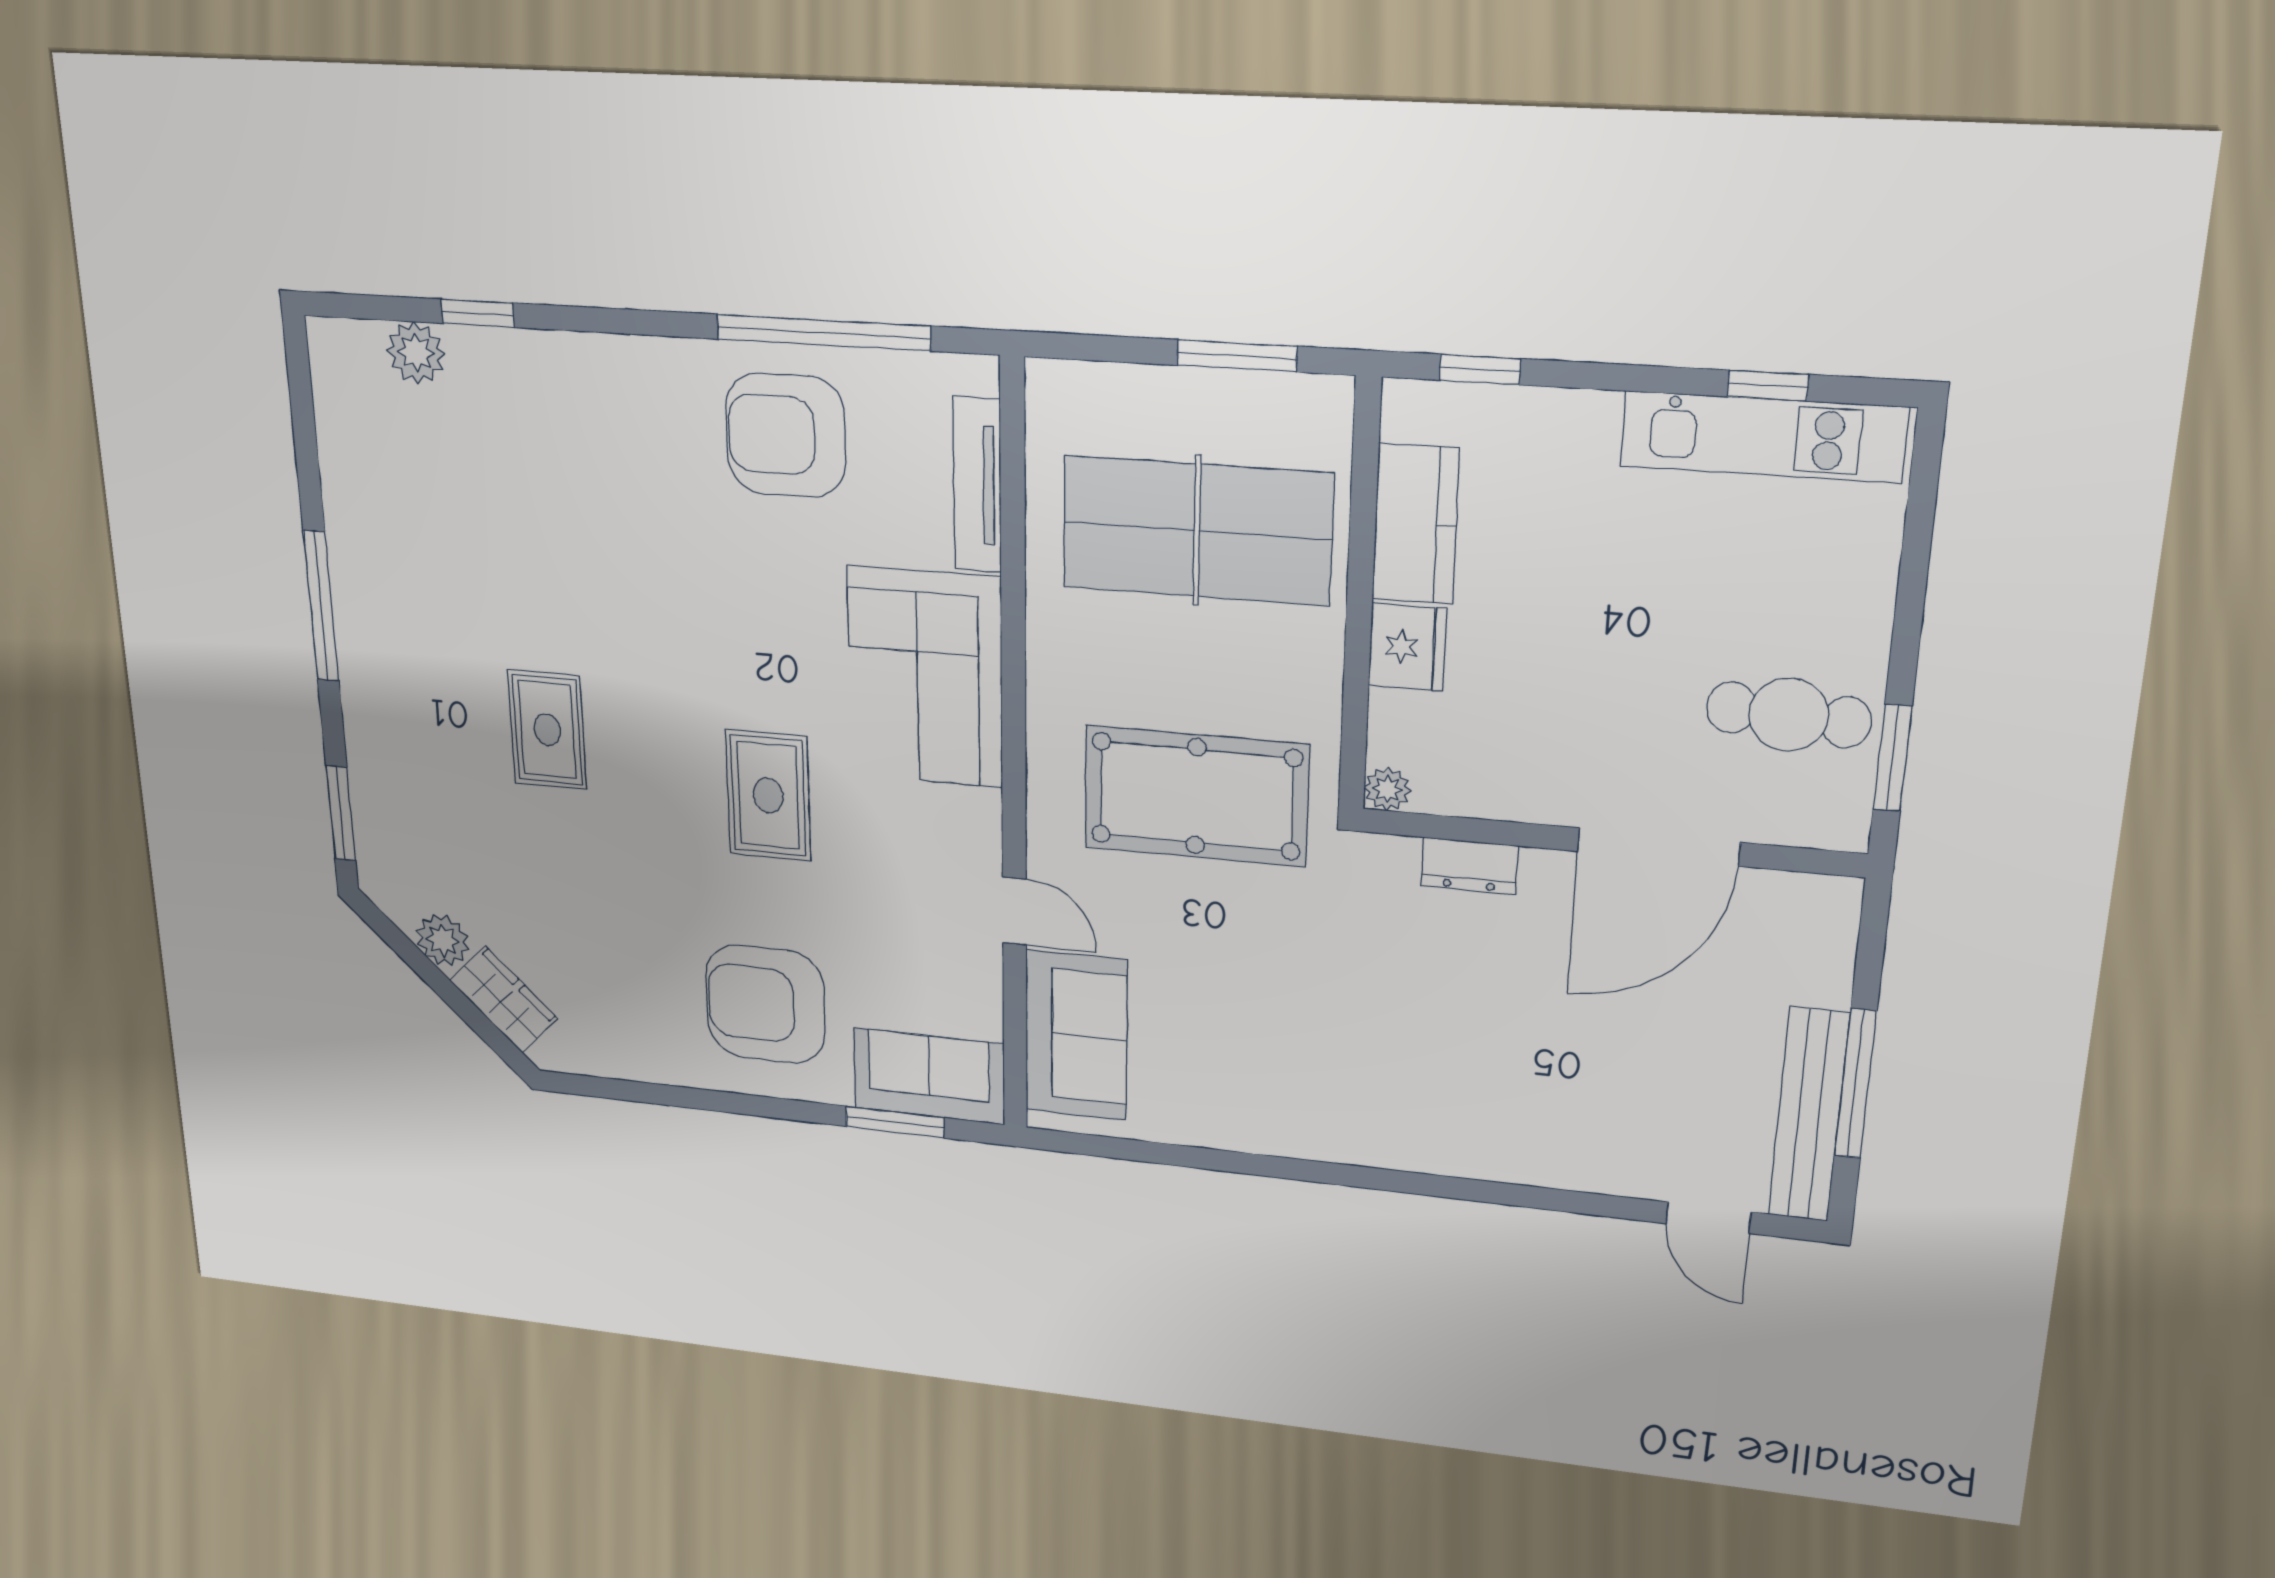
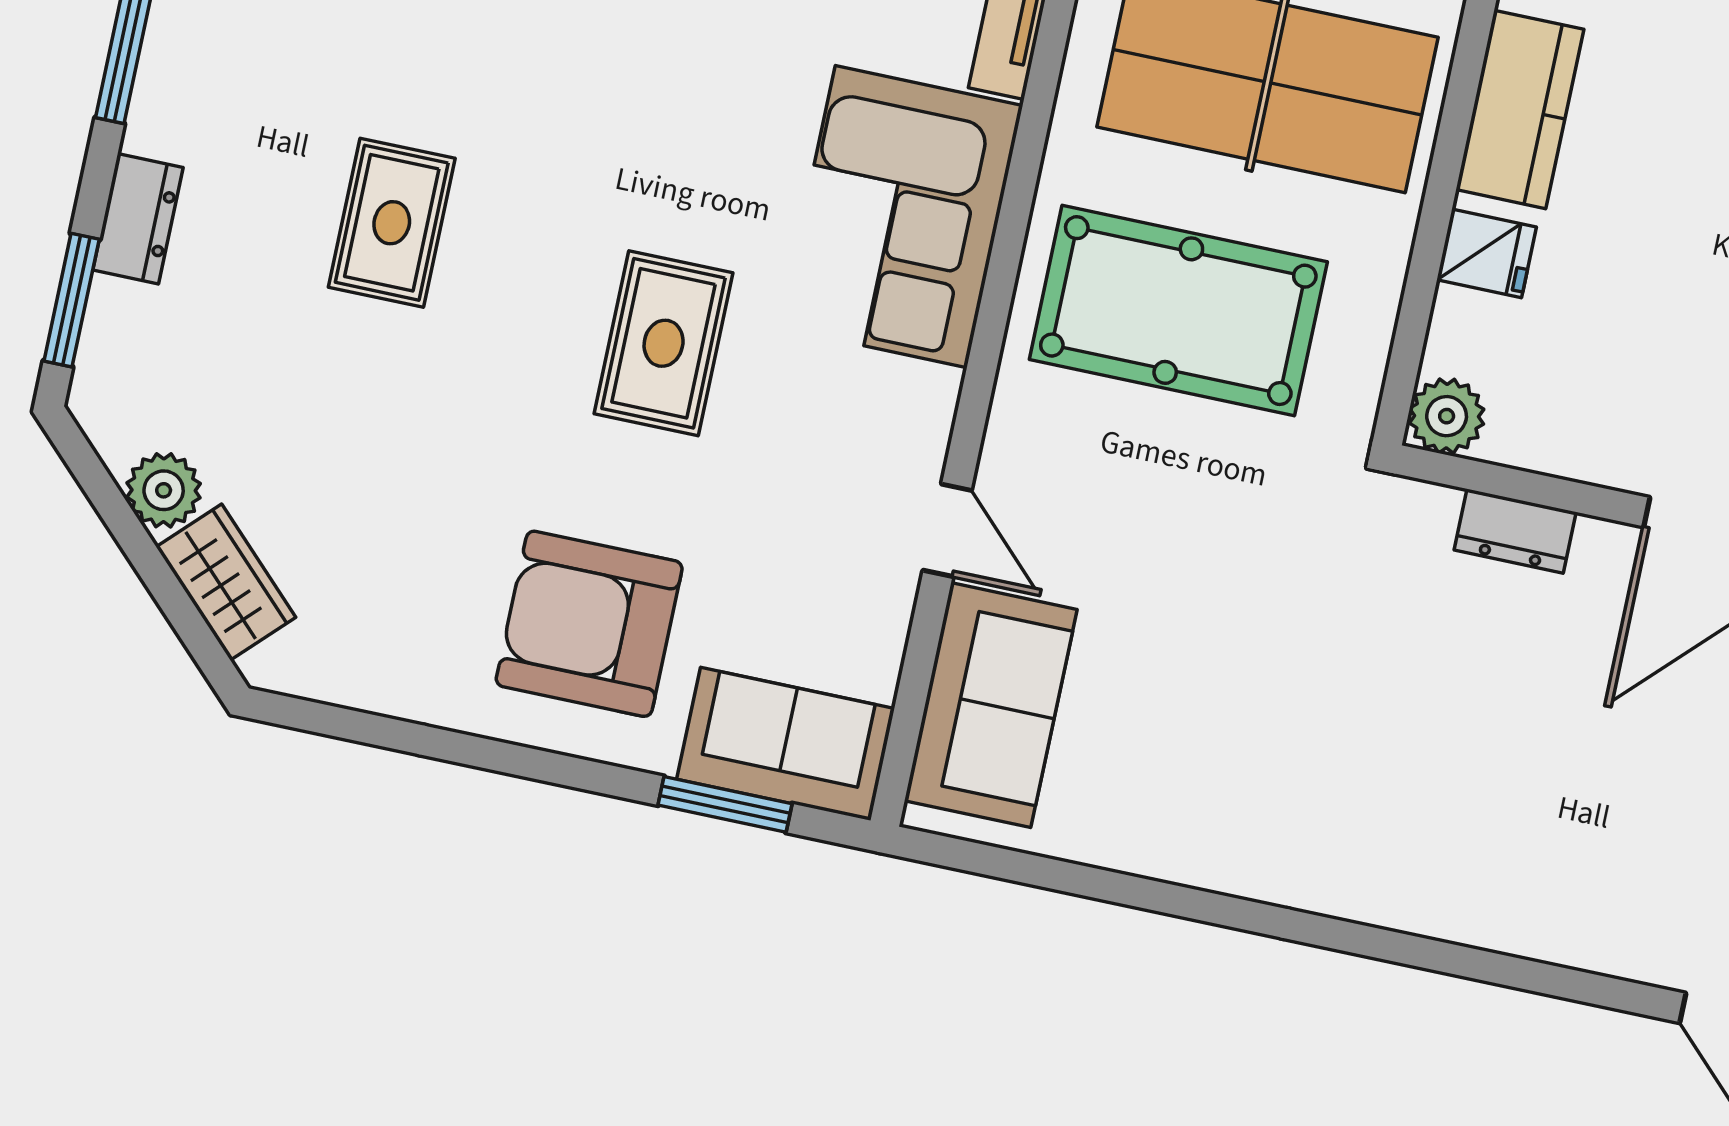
fridge: (1407, 647) -> (1487, 253), width x0.72
dresser: (369, 749) -> (138, 219), added
plant: (1387, 789) -> (1447, 416), width x1.38, depth x1.38
pool table: (1196, 796) -> (1178, 311), moved

